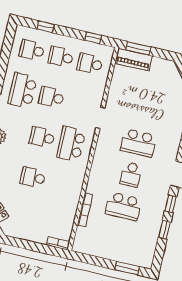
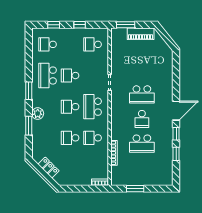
window: (93, 38) -> (80, 25), moved
school desk: (61, 57) -> (93, 138), moved
piano: (134, 59) -> (141, 34), moved
window: (127, 268) -> (135, 189), moved

